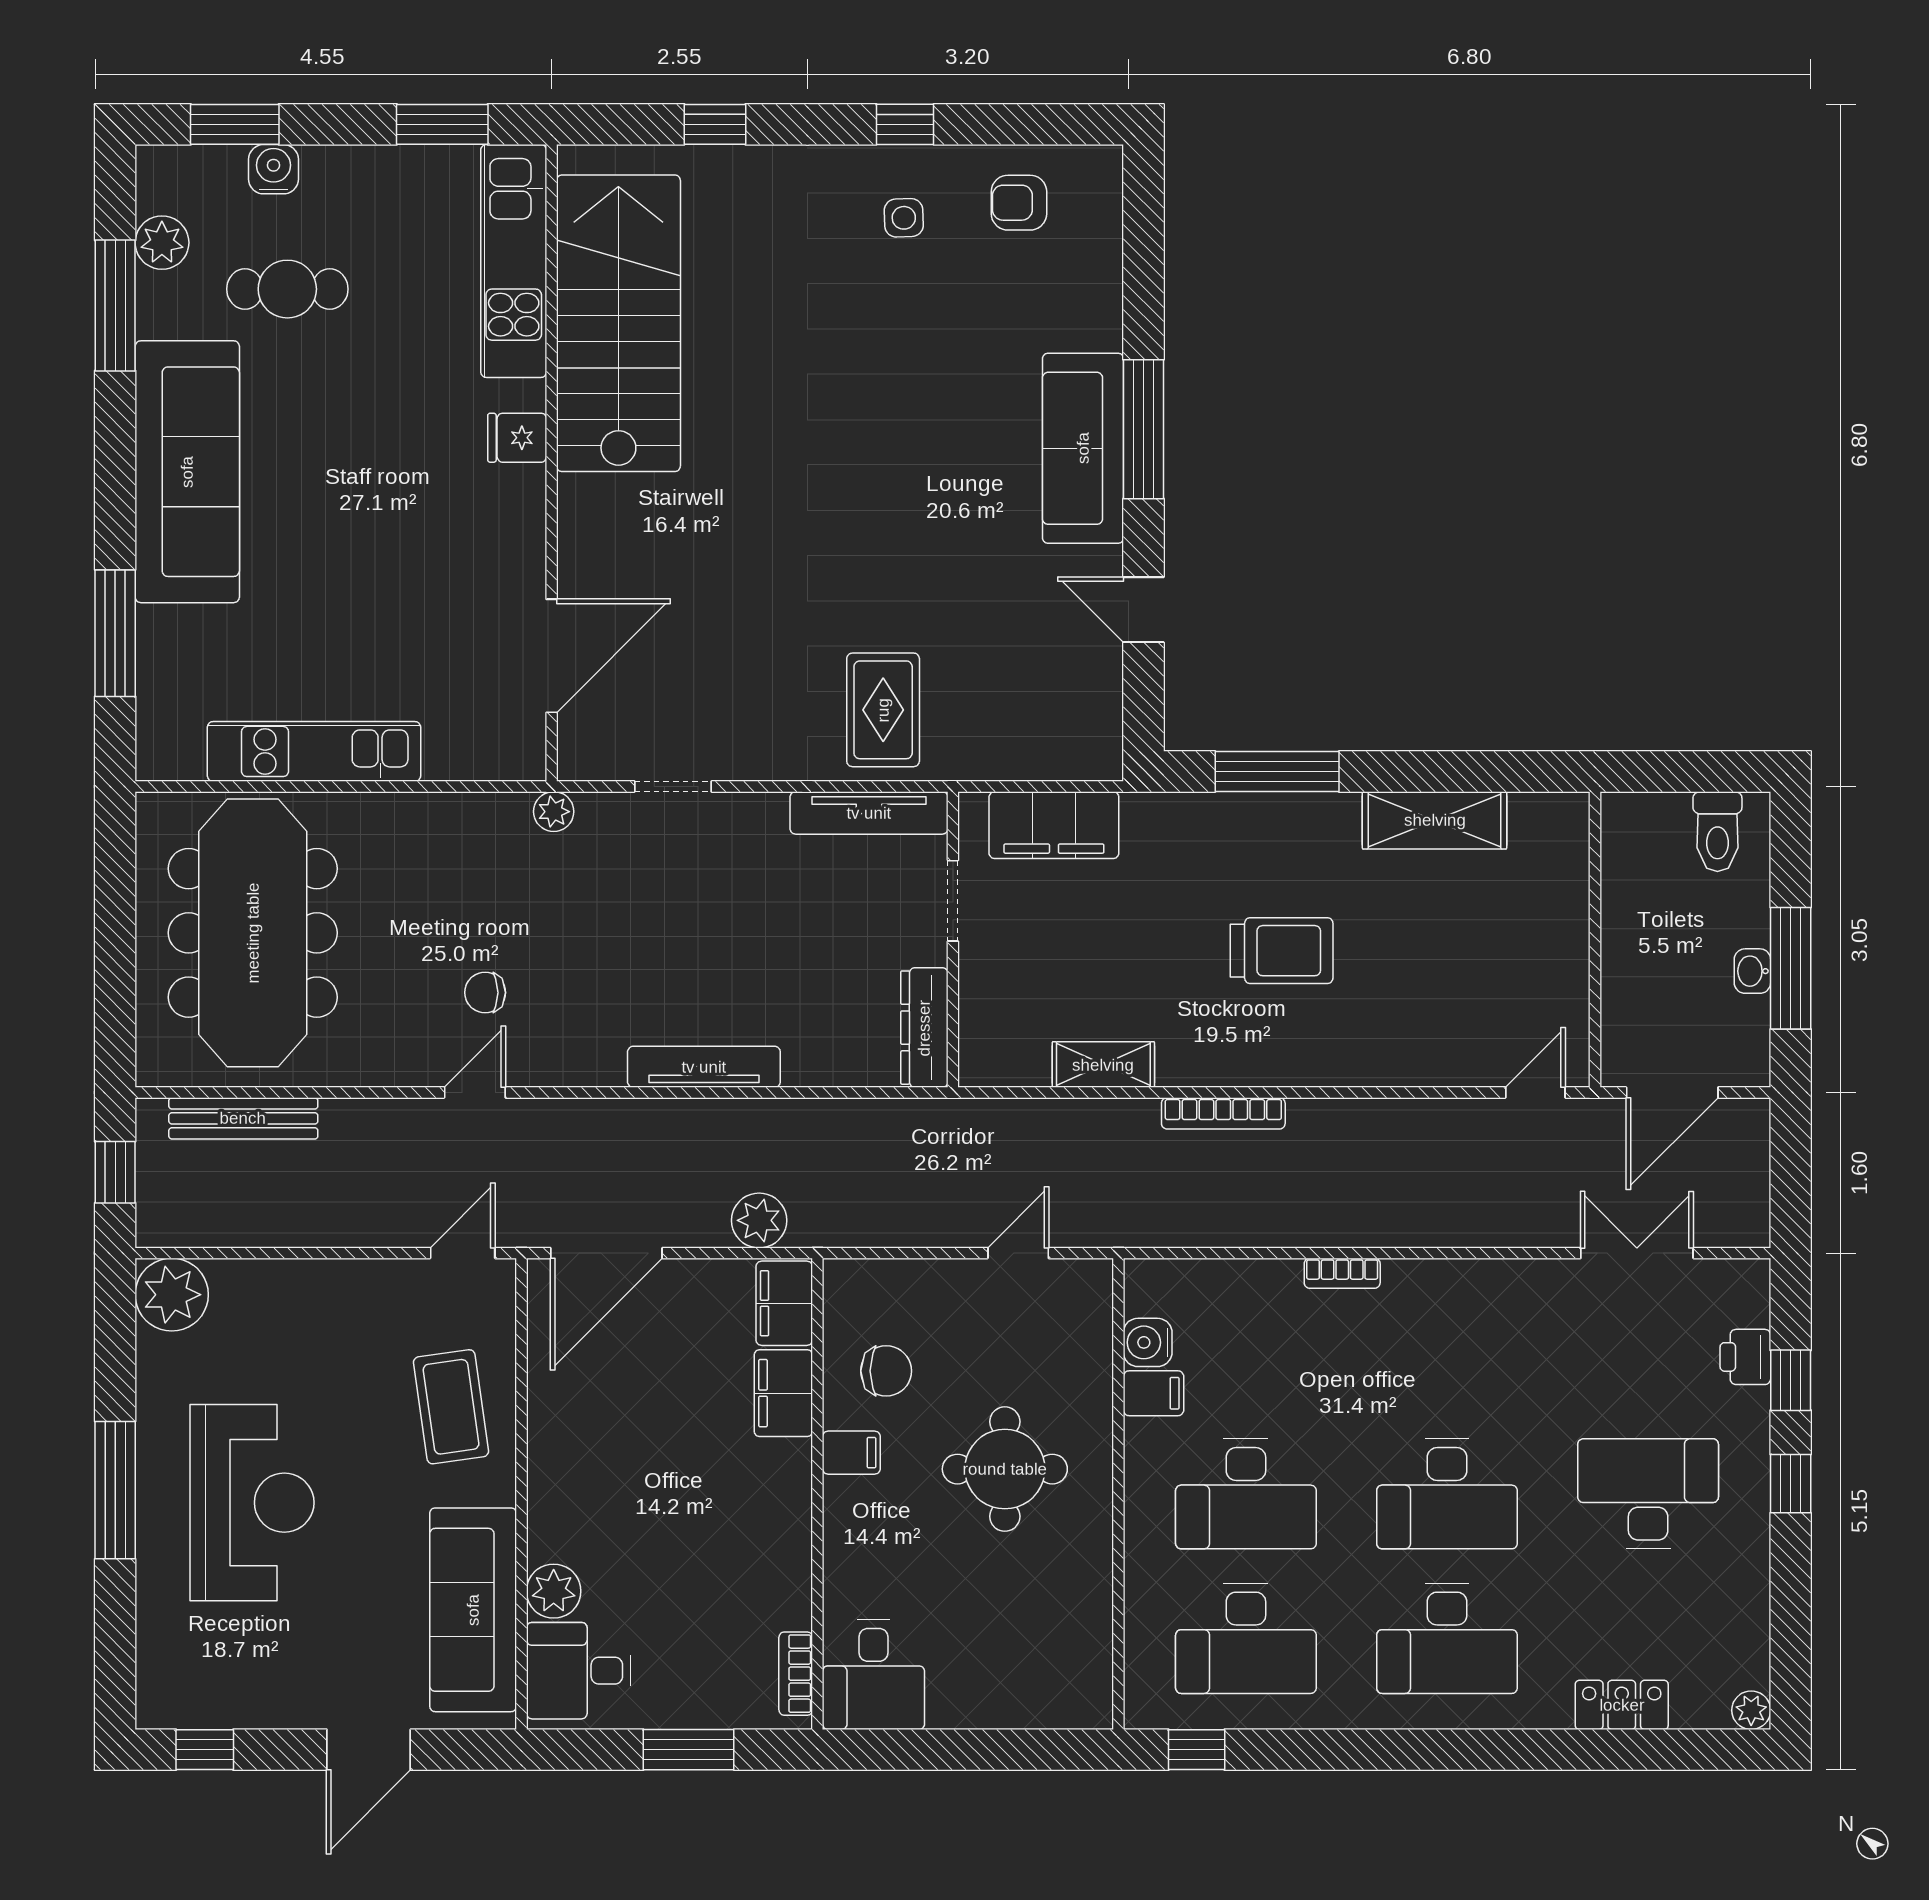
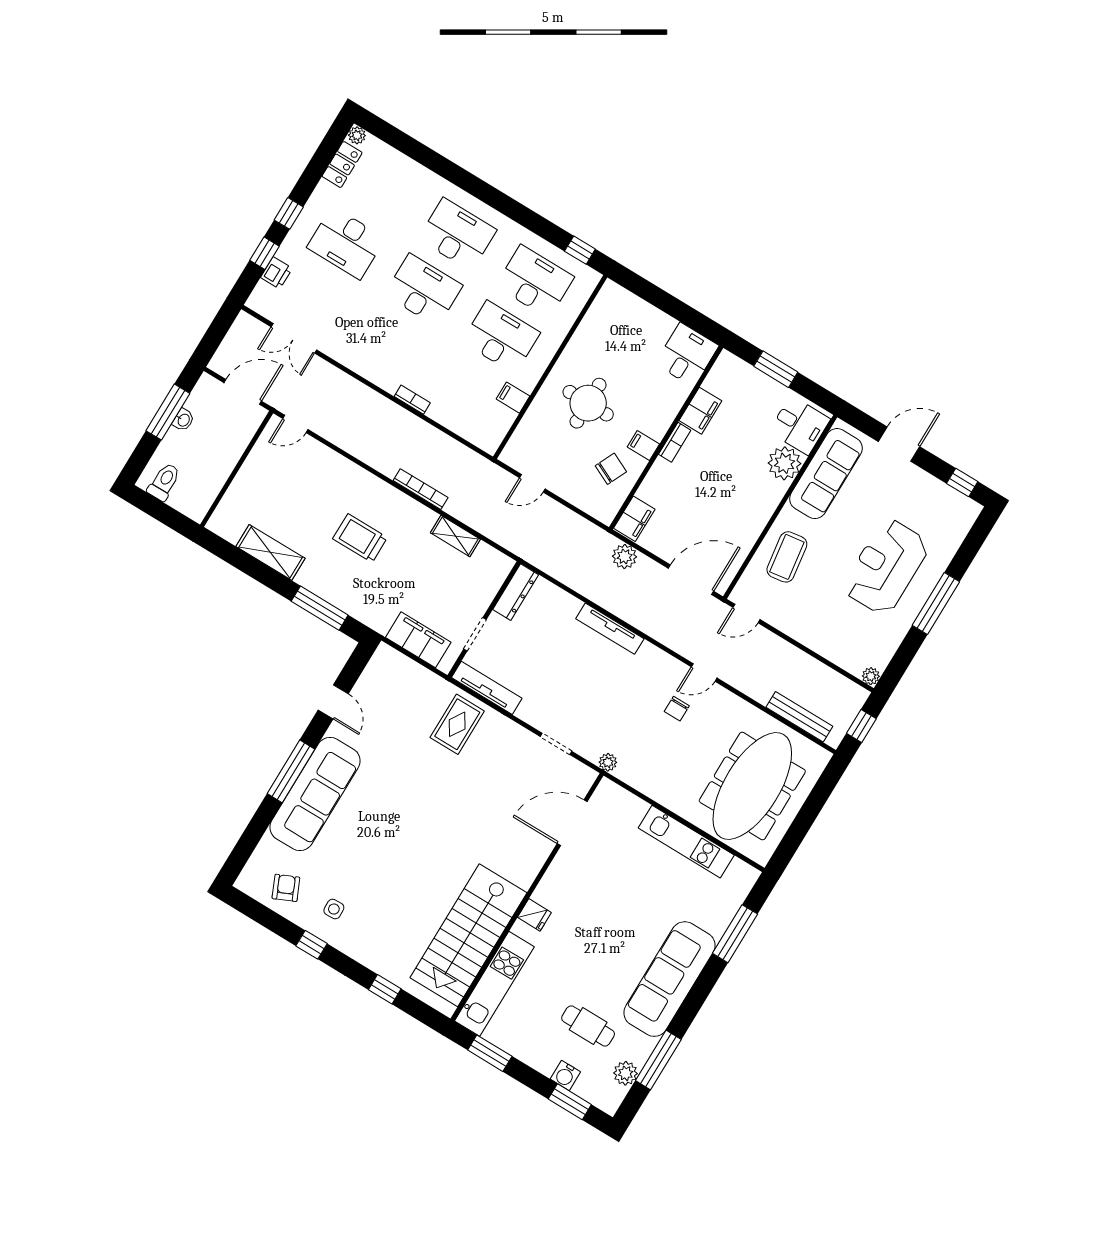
armchair: (1019, 203) -> (286, 888), turned -114
sofa: (1083, 448) -> (315, 794), width x1.36, depth x1.27
chair: (485, 993) -> (677, 709), turned 90
plant: (172, 1295) -> (871, 676), width x0.53, depth x0.53
water cooler: (1148, 1342) -> (503, 418), removed
chair: (886, 1371) -> (611, 469), turned 115
filing cabinet: (783, 1393) -> (700, 411), moved
plant: (554, 1591) -> (784, 463), width x1.36, depth x1.36
bookcase: (796, 1674) -> (675, 442), moved
locker: (1622, 1705) -> (342, 164), moved, turned -90

